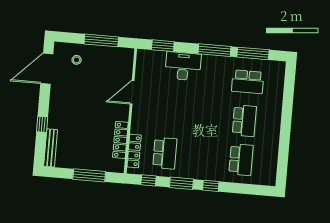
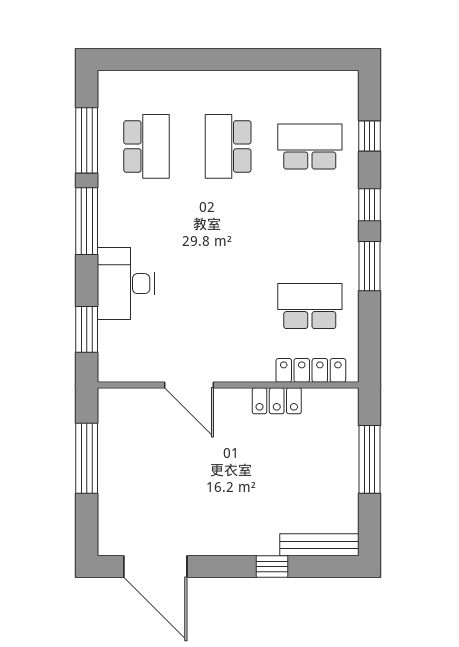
stool: (77, 60) -> (131, 506), removed
school desk: (244, 121) -> (228, 146), turned -90
locker: (120, 140) -> (277, 401), width x0.66
window: (149, 180) -> (370, 136), moved

